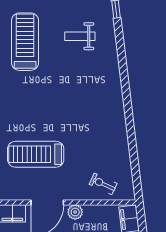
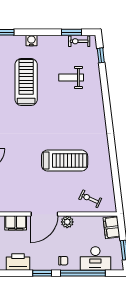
treadmill: (36, 154) -> (65, 161), moved, turned 180

